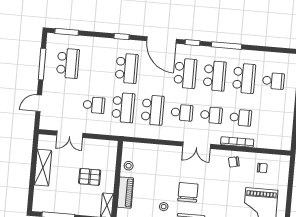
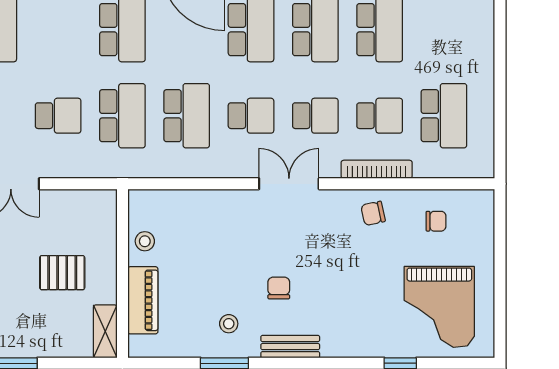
school desk: (273, 81) -> (444, 116), moved, width x1.85
double door: (197, 145) -> (289, 184), swing flipped
chair: (188, 192) -> (279, 288), width x0.54, depth x0.54

